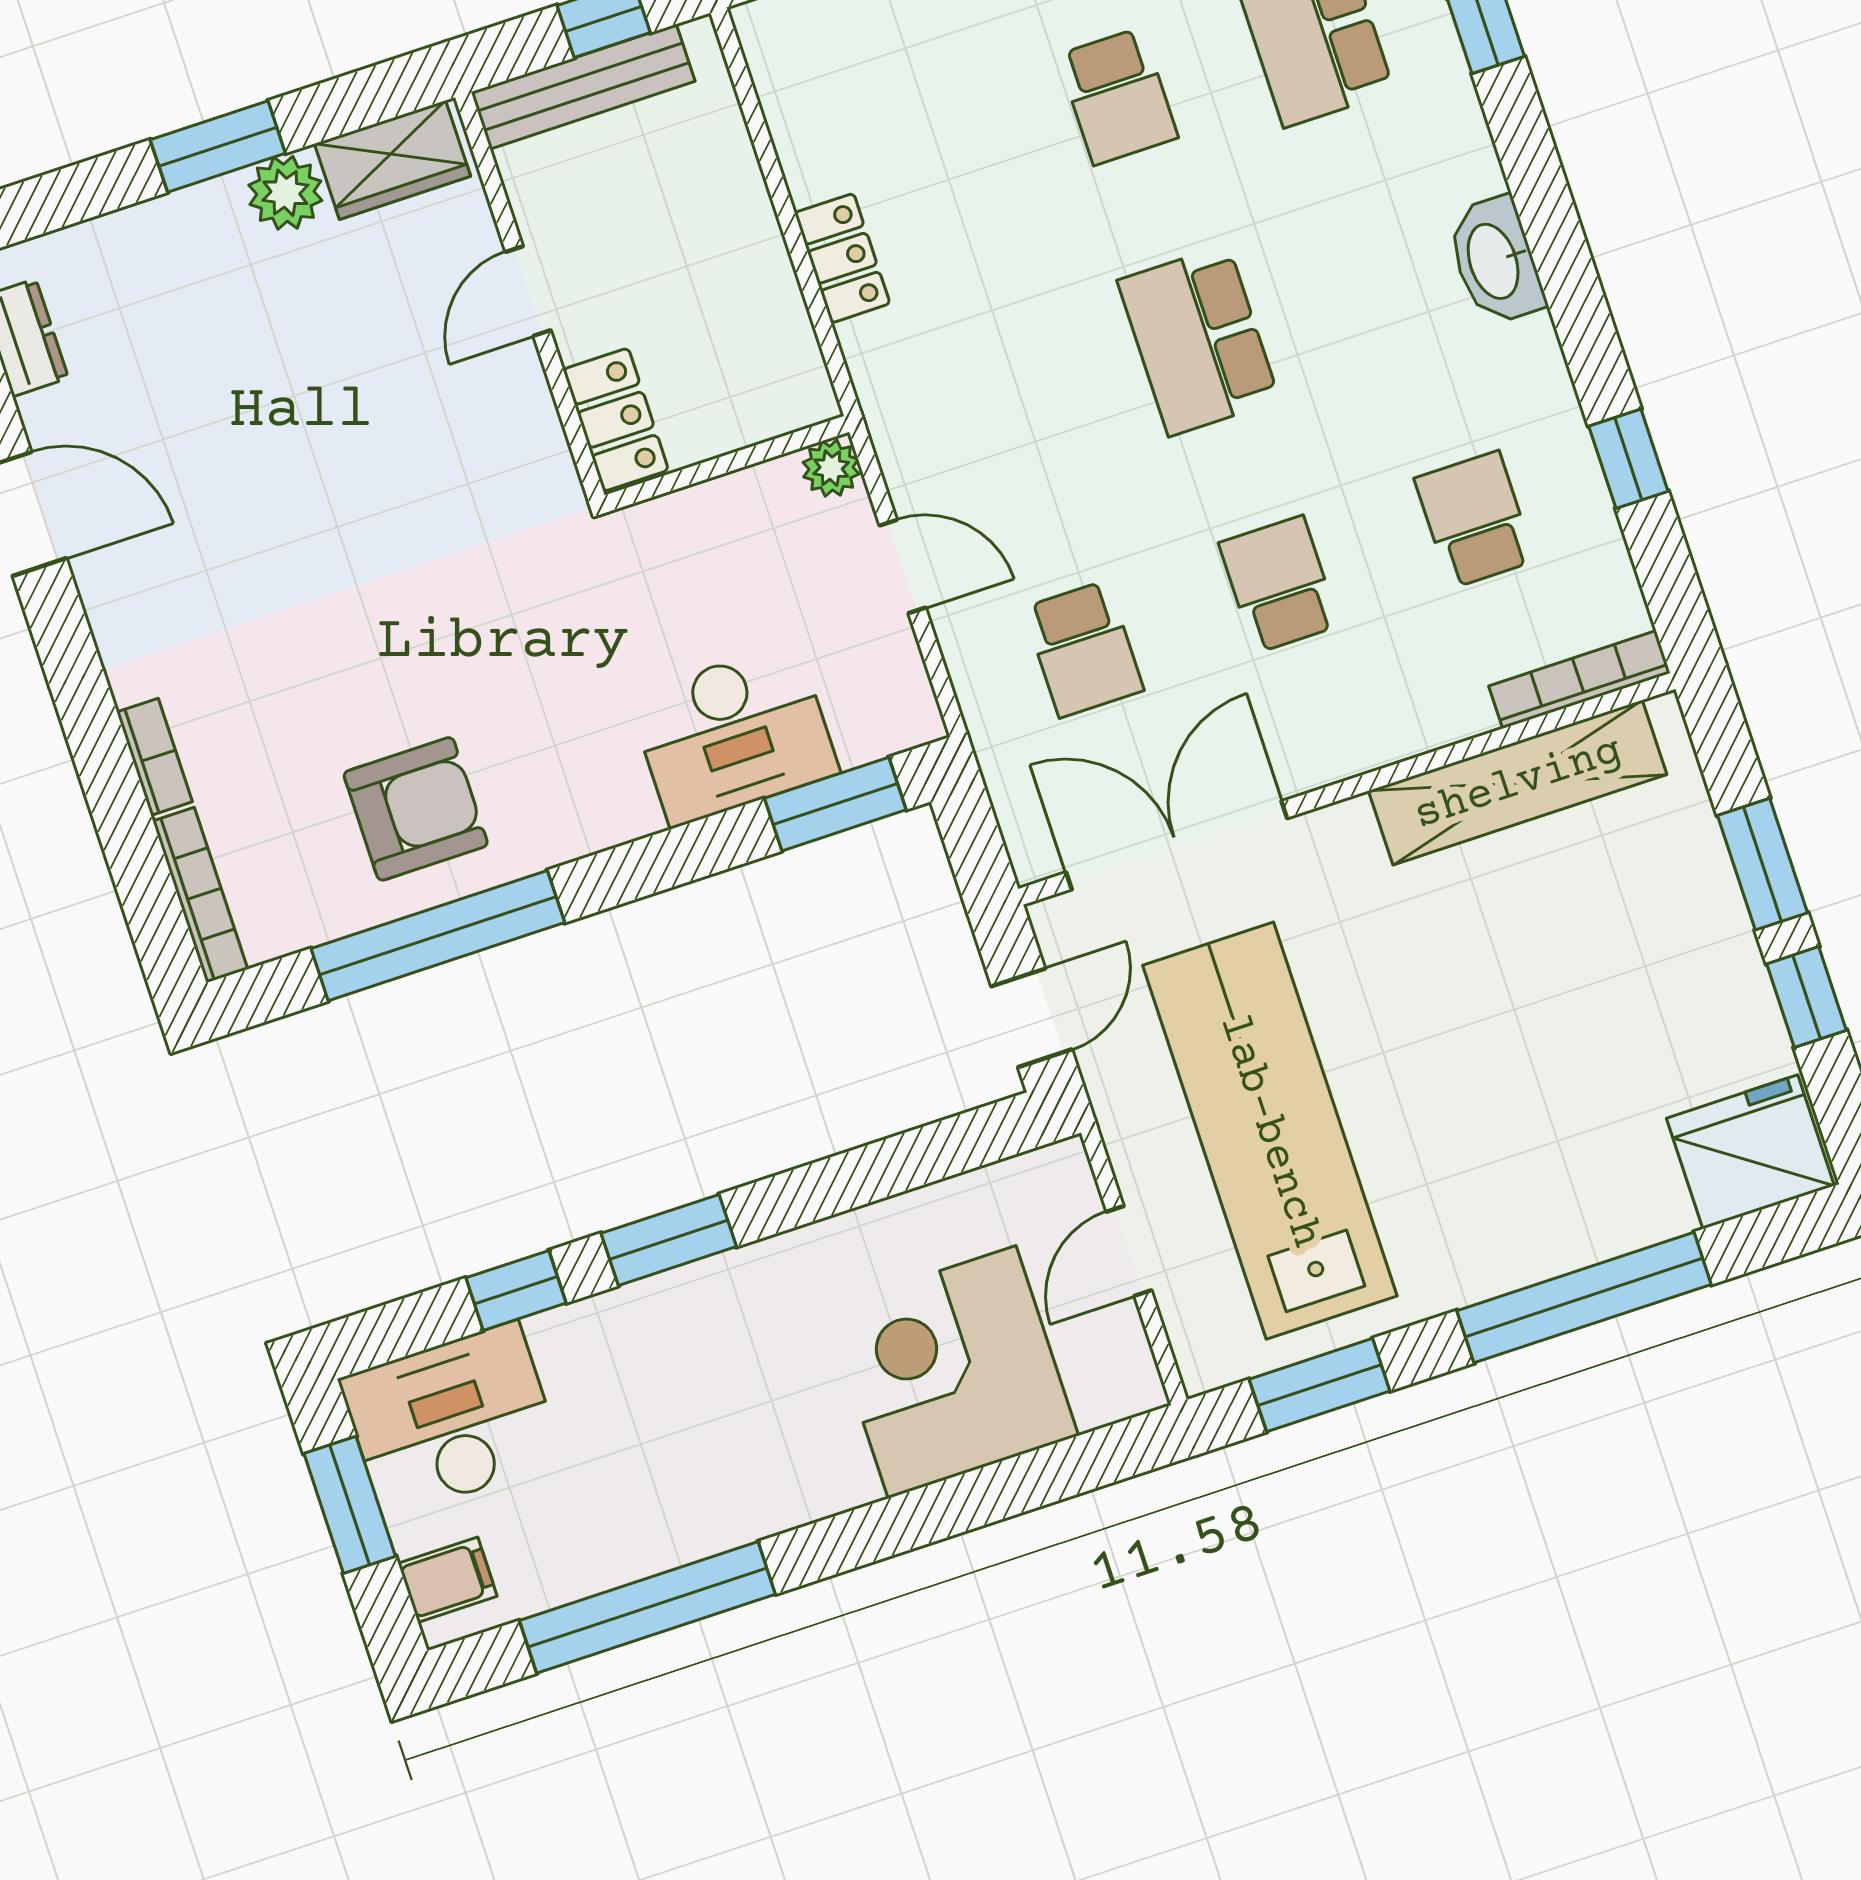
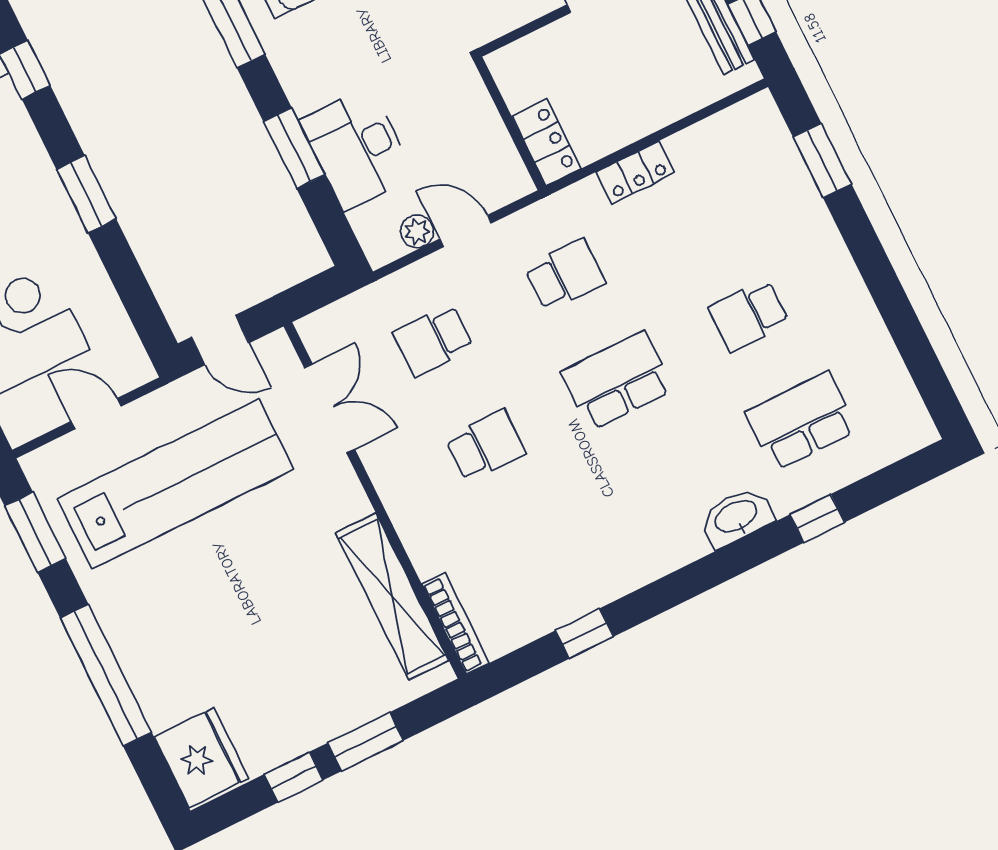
washbasin: (1495, 261) -> (736, 517), moved
locker: (616, 420) -> (546, 142), moved, turned -90
plant: (831, 468) -> (417, 231), moved
school desk: (1475, 520) -> (565, 275), moved
door: (903, 567) -> (466, 231), swing flipped
window: (835, 804) -> (294, 148), moved
double door: (1177, 845) -> (330, 408), width x0.73
window: (669, 1240) -> (86, 194), moved

